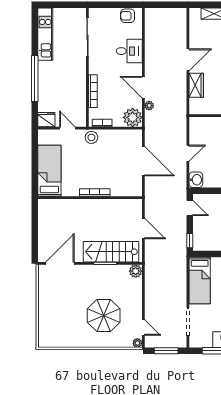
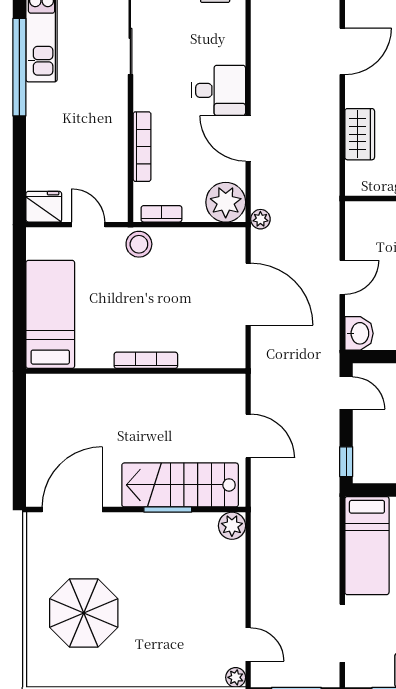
desk: (129, 51) -> (218, 90), moved
door: (188, 60) -> (342, 51), moved
window: (35, 78) -> (19, 67), moved
plant: (149, 106) -> (260, 219), moved
parasol: (104, 316) -> (84, 613), moved

